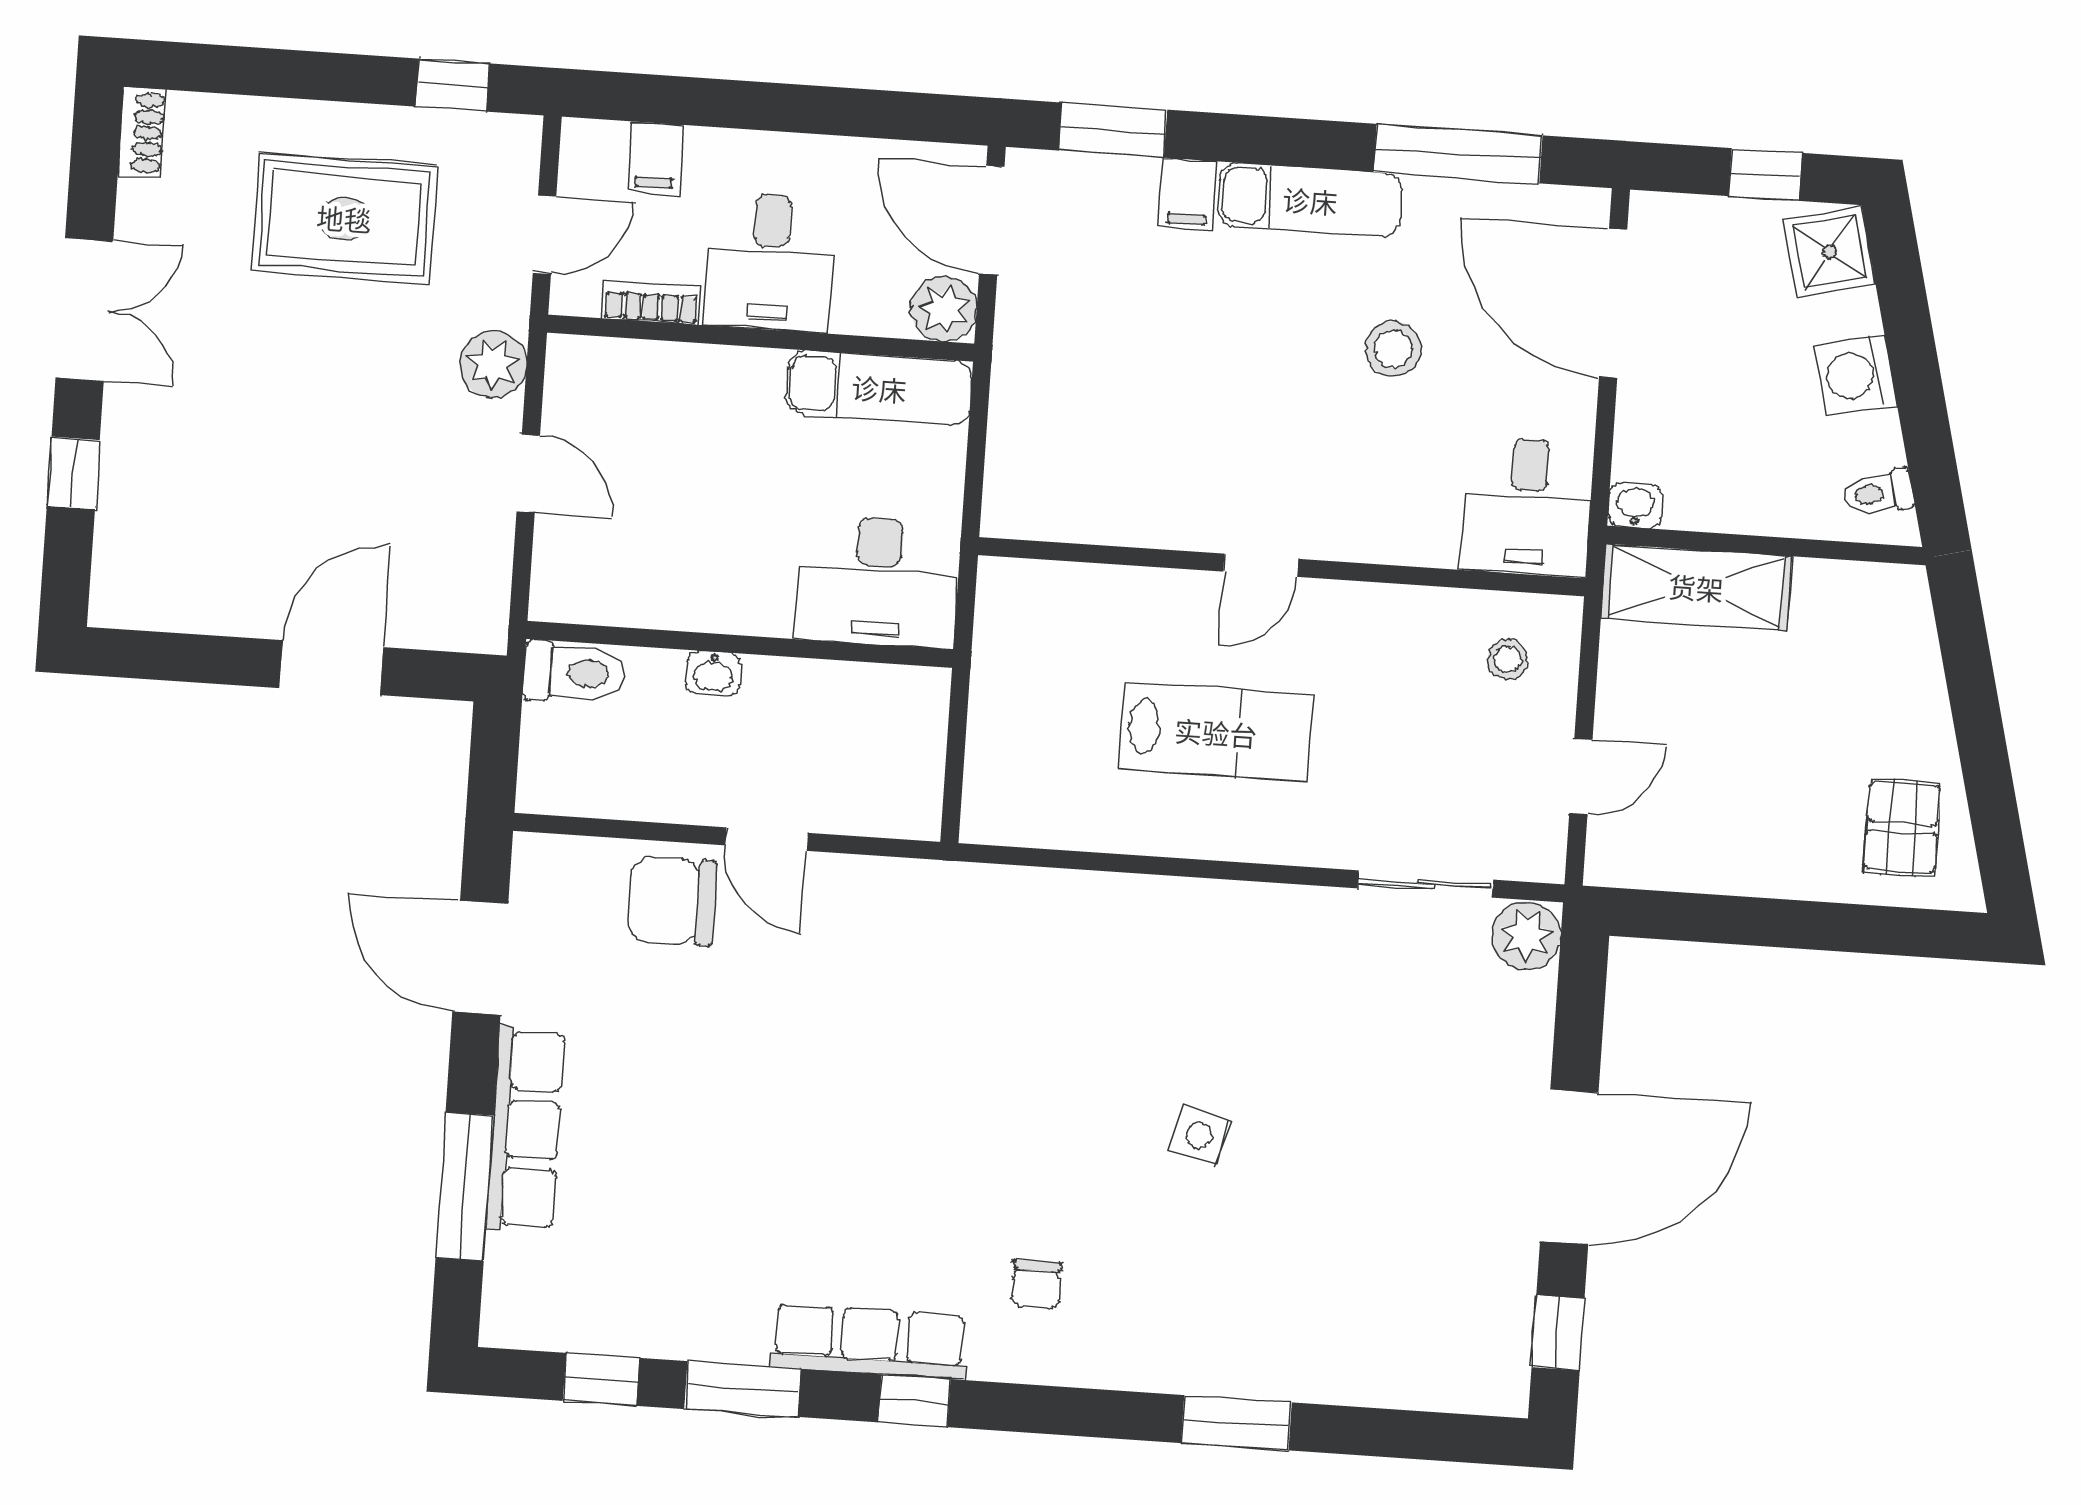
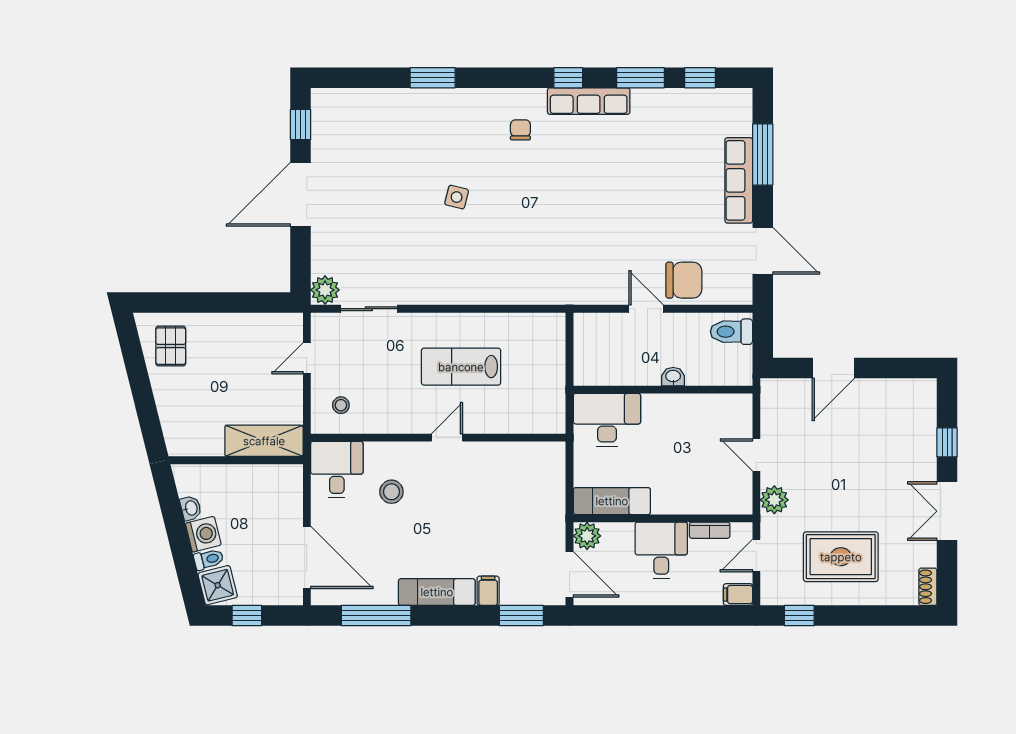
filing cabinet: (655, 158) -> (738, 595), moved, turned -90
stool: (1393, 349) -> (391, 492), moved
toilet: (1878, 493) -> (209, 559), moved
washbasin: (1635, 506) -> (191, 508), moved, turned -104
toilet: (574, 673) -> (732, 332), moved

